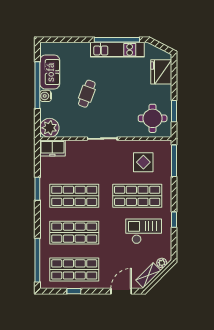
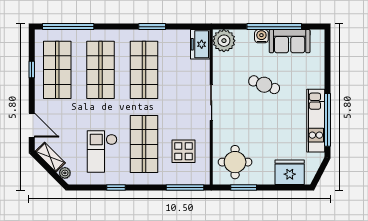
checkout: (144, 231) -> (102, 152), turned 180

